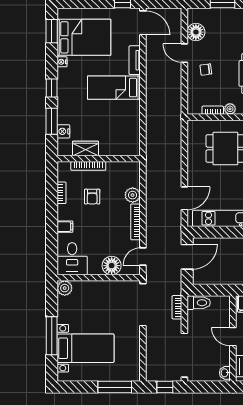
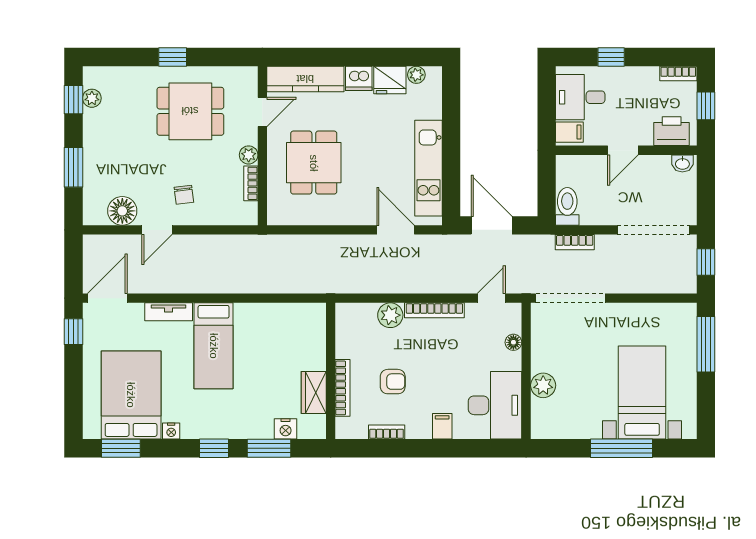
door: (143, 256) -> (491, 298), swing flipped
desk: (72, 259) -> (495, 405), width x1.37
floor lamp: (112, 266) -> (513, 342), width x0.53, depth x0.53
plant: (65, 288) -> (543, 385), moved

